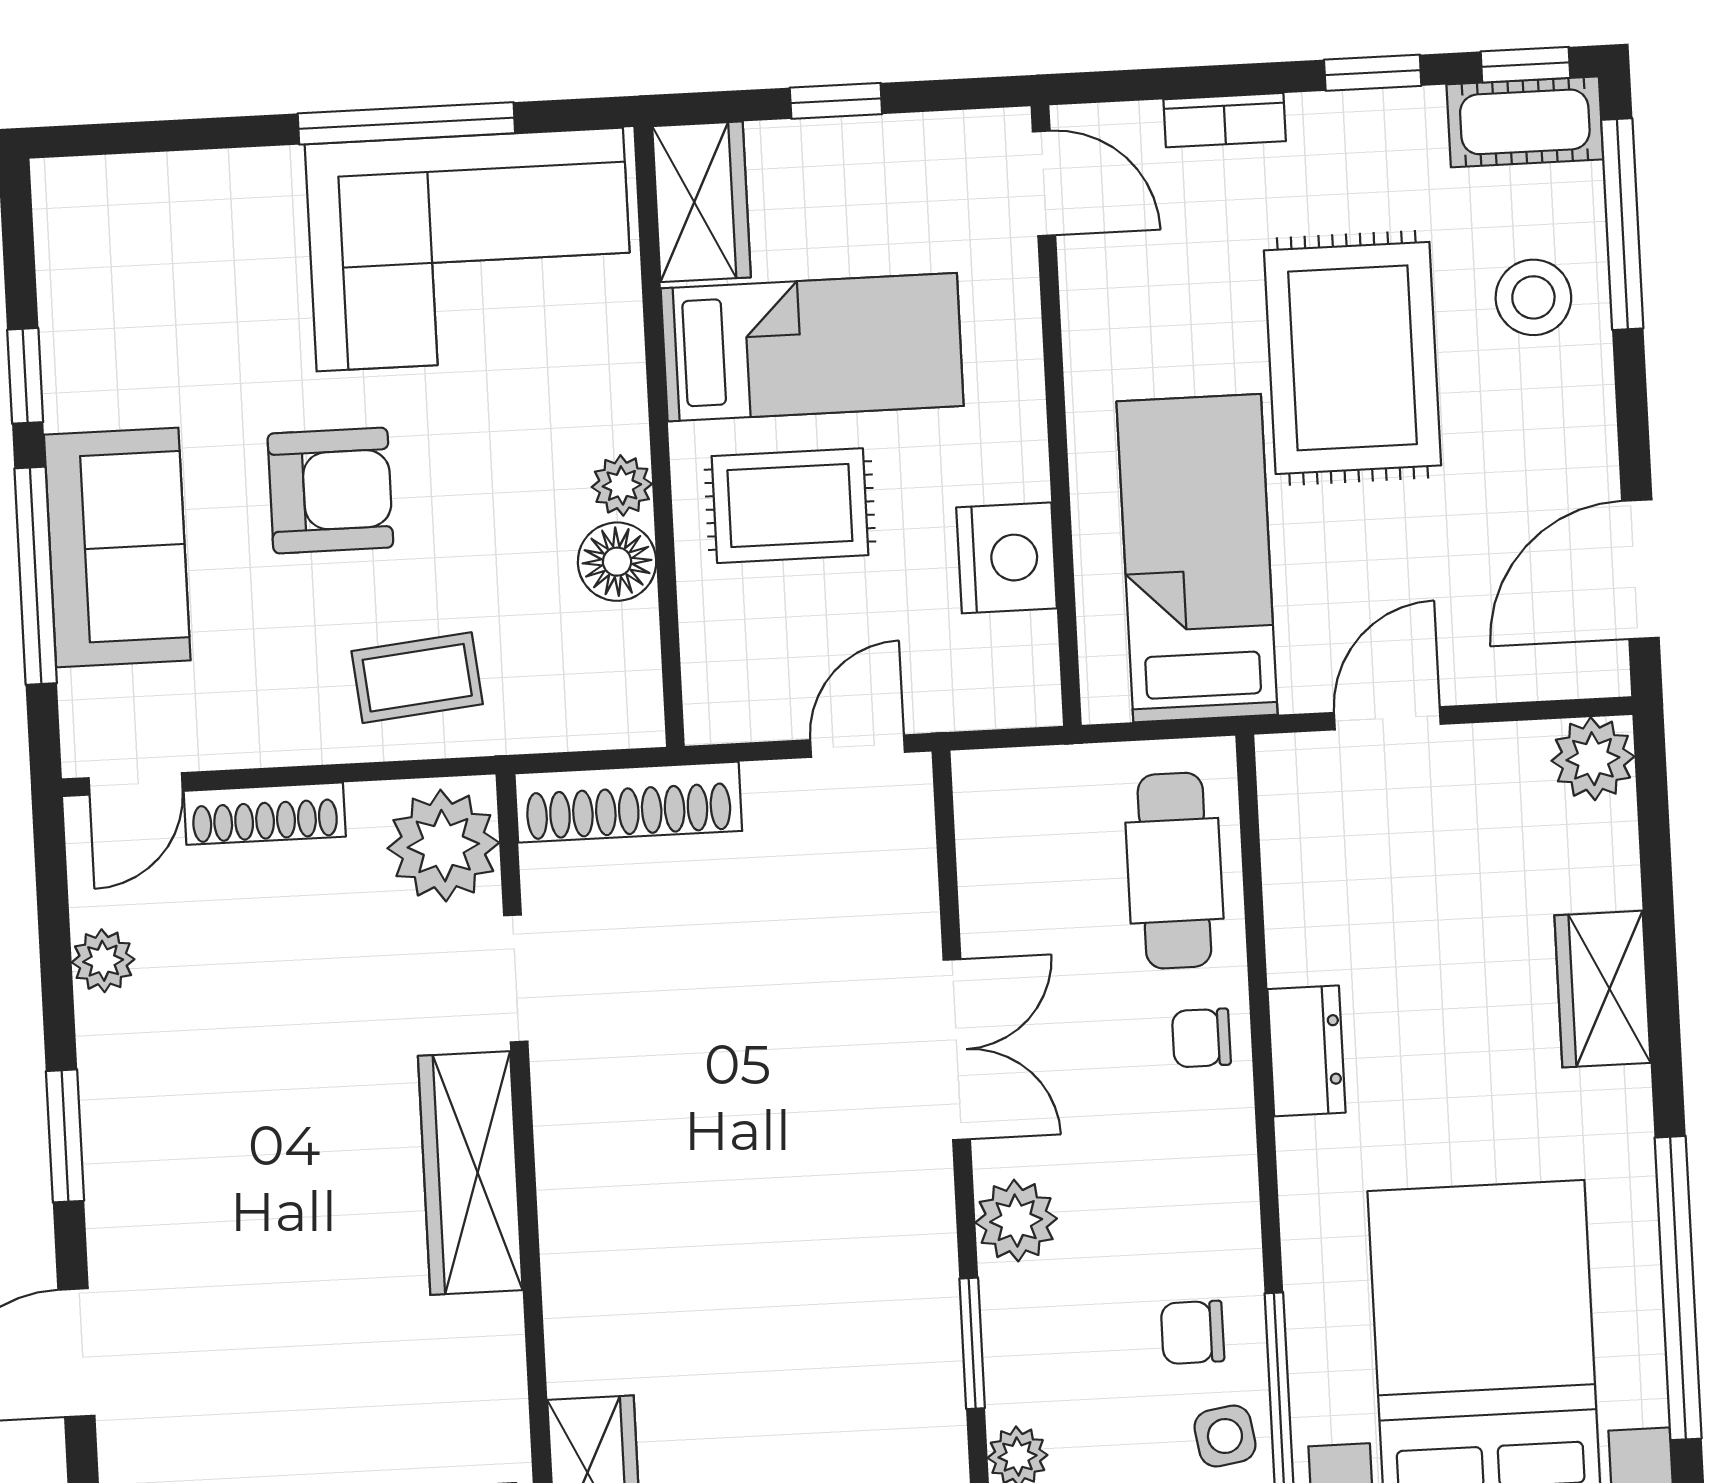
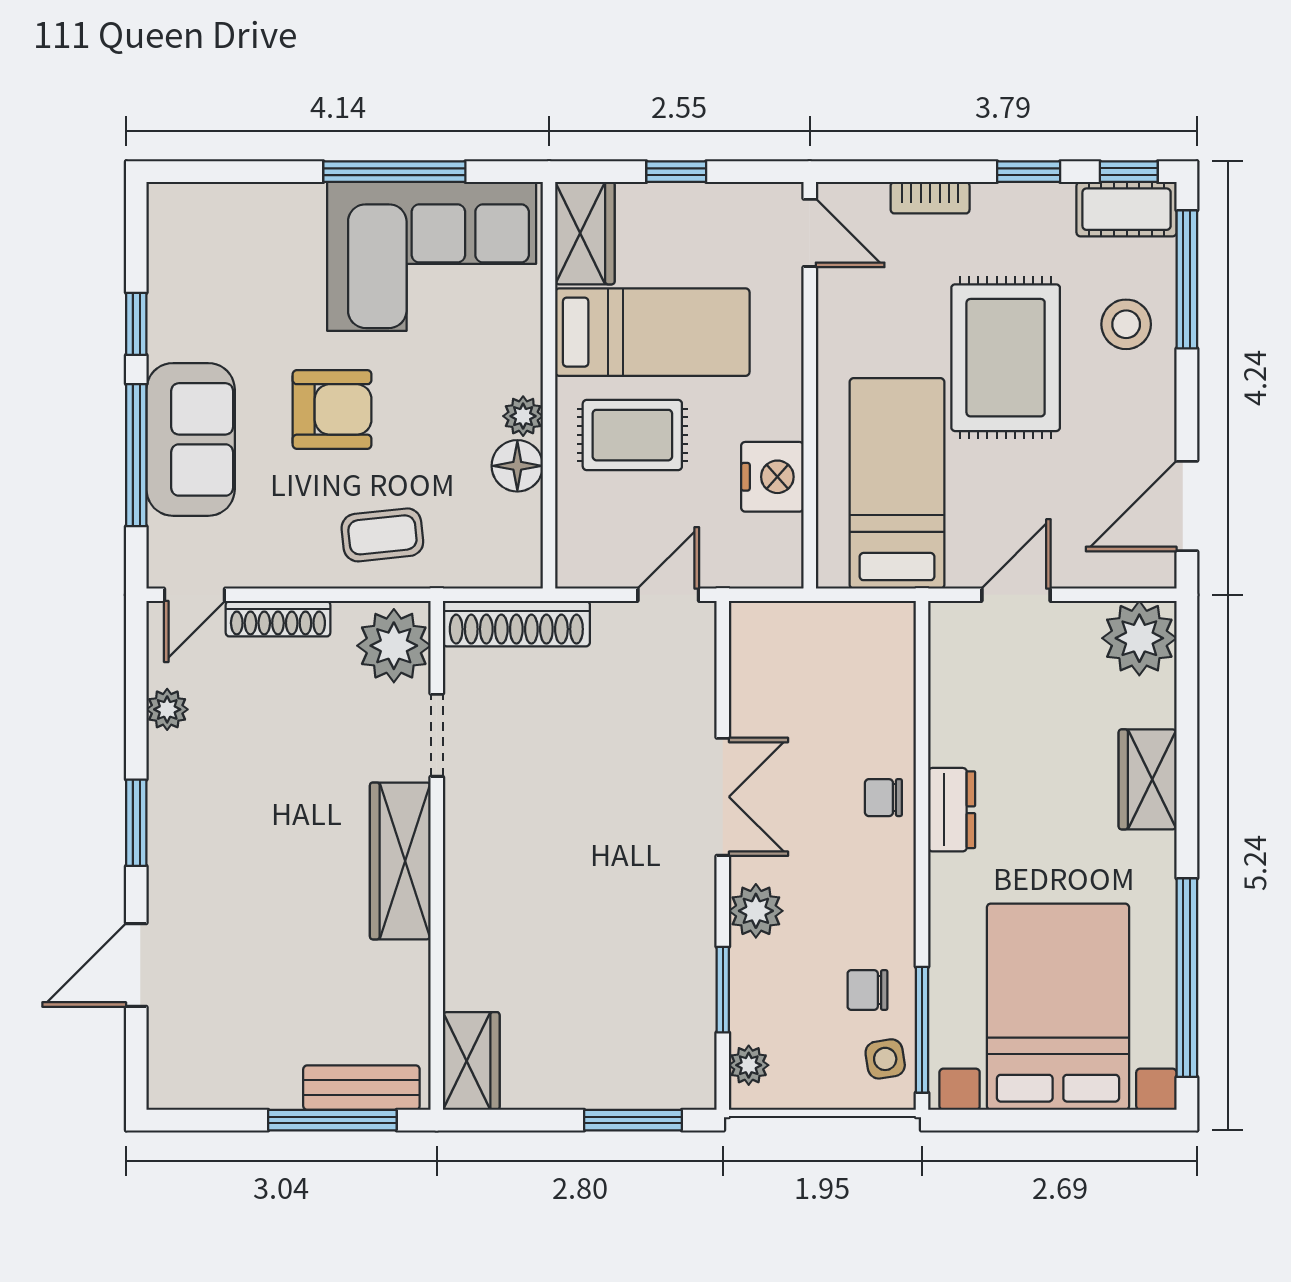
plant: (1593, 759) -> (1139, 638), width x1.36, depth x1.36
cafe table: (1174, 871) -> (871, 687), removed

